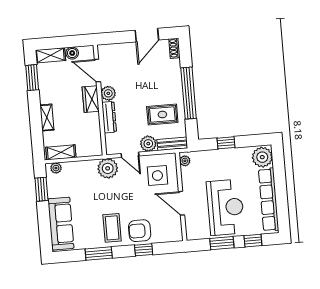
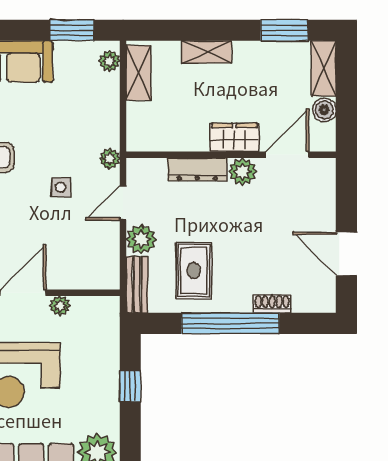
shoe rack: (174, 48) -> (272, 304), moved
plant: (185, 161) -> (60, 306), moved
plant: (108, 168) -> (110, 159), width x0.53, depth x0.53
side table: (157, 176) -> (61, 187), moved, width x0.54, depth x0.54

